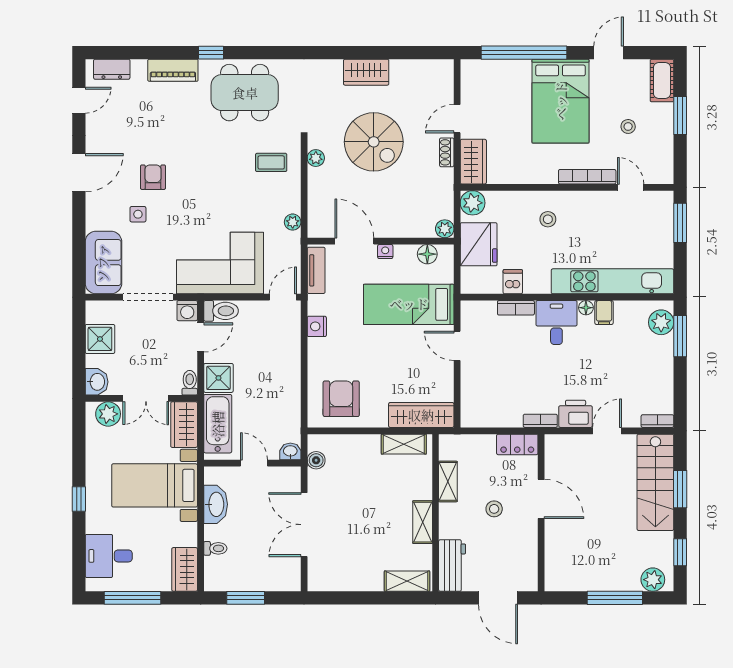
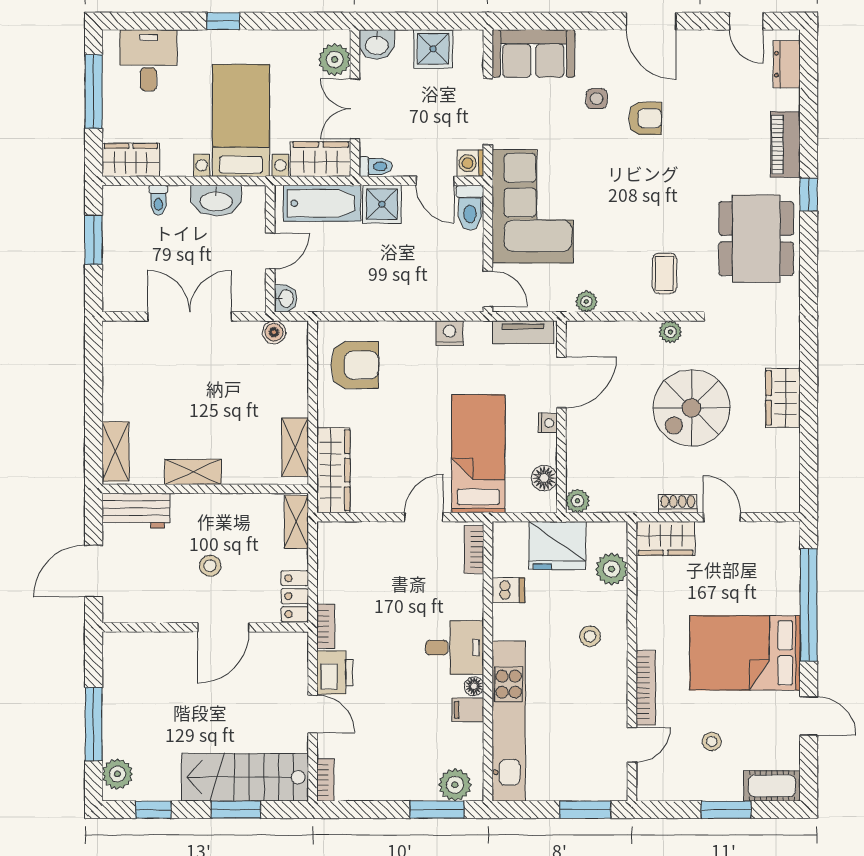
plant: (473, 203) -> (612, 569), moved
bookcase: (516, 308) -> (474, 550), moved
shelving: (448, 481) -> (296, 522), moved, turned 90

